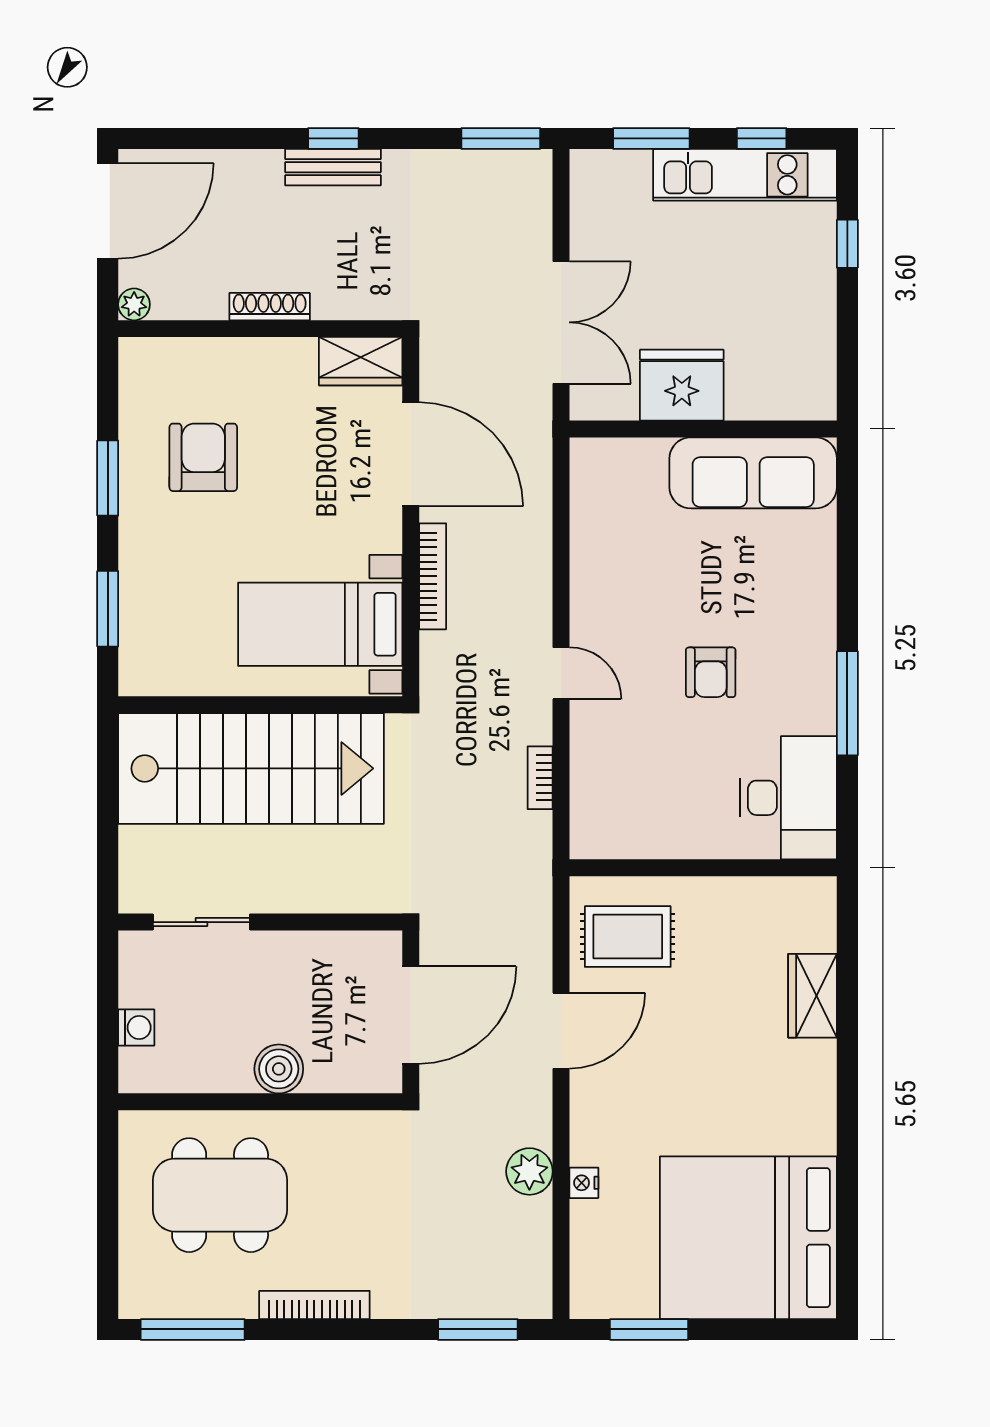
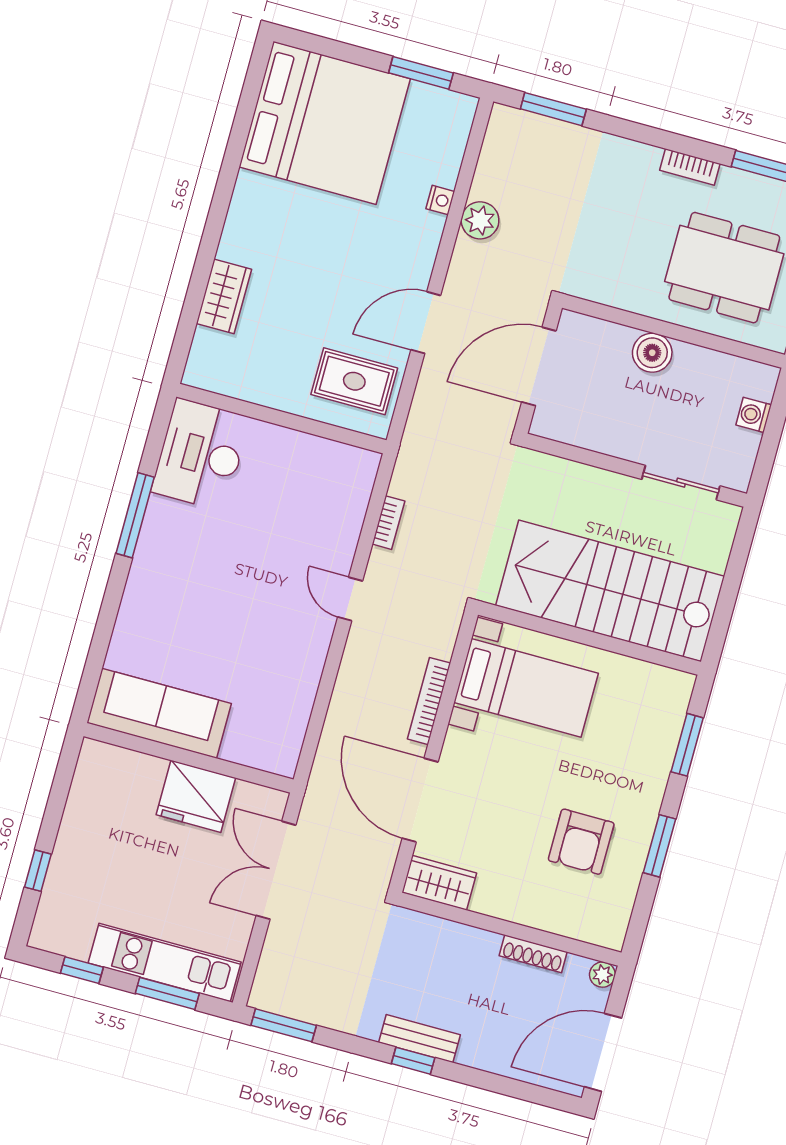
kitchen unit: (745, 175) -> (165, 963), moved
shoe rack: (270, 307) -> (533, 954), moved
armchair: (711, 672) -> (234, 568), removed
bookcase: (314, 1305) -> (690, 167), width x0.64

